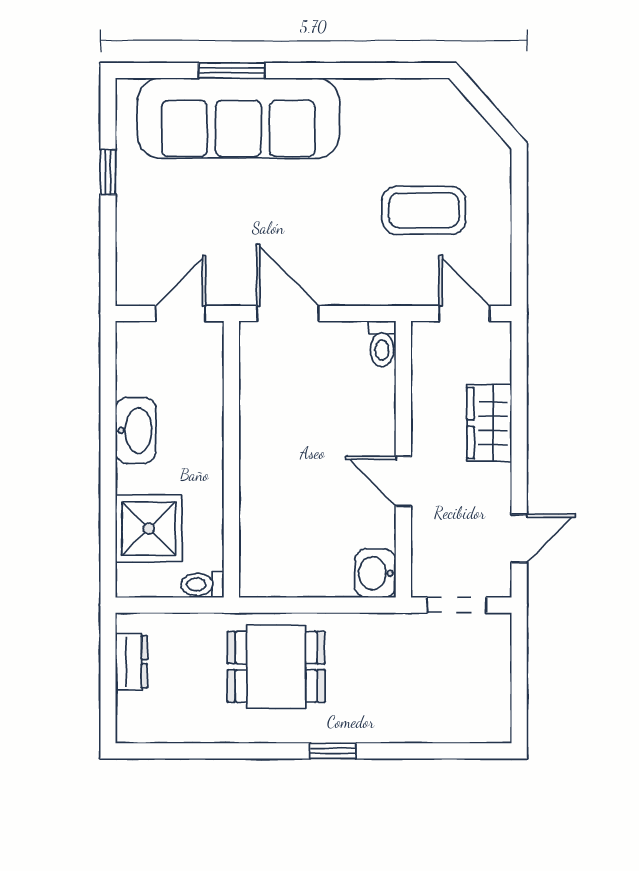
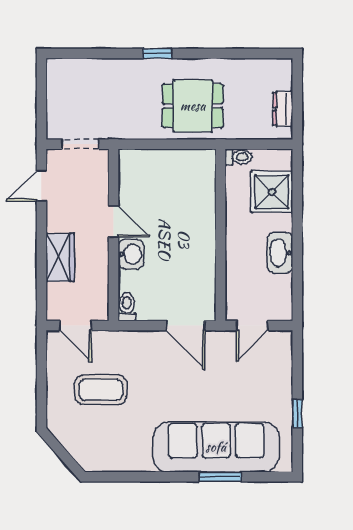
washbasin: (375, 573) -> (131, 254), moved

